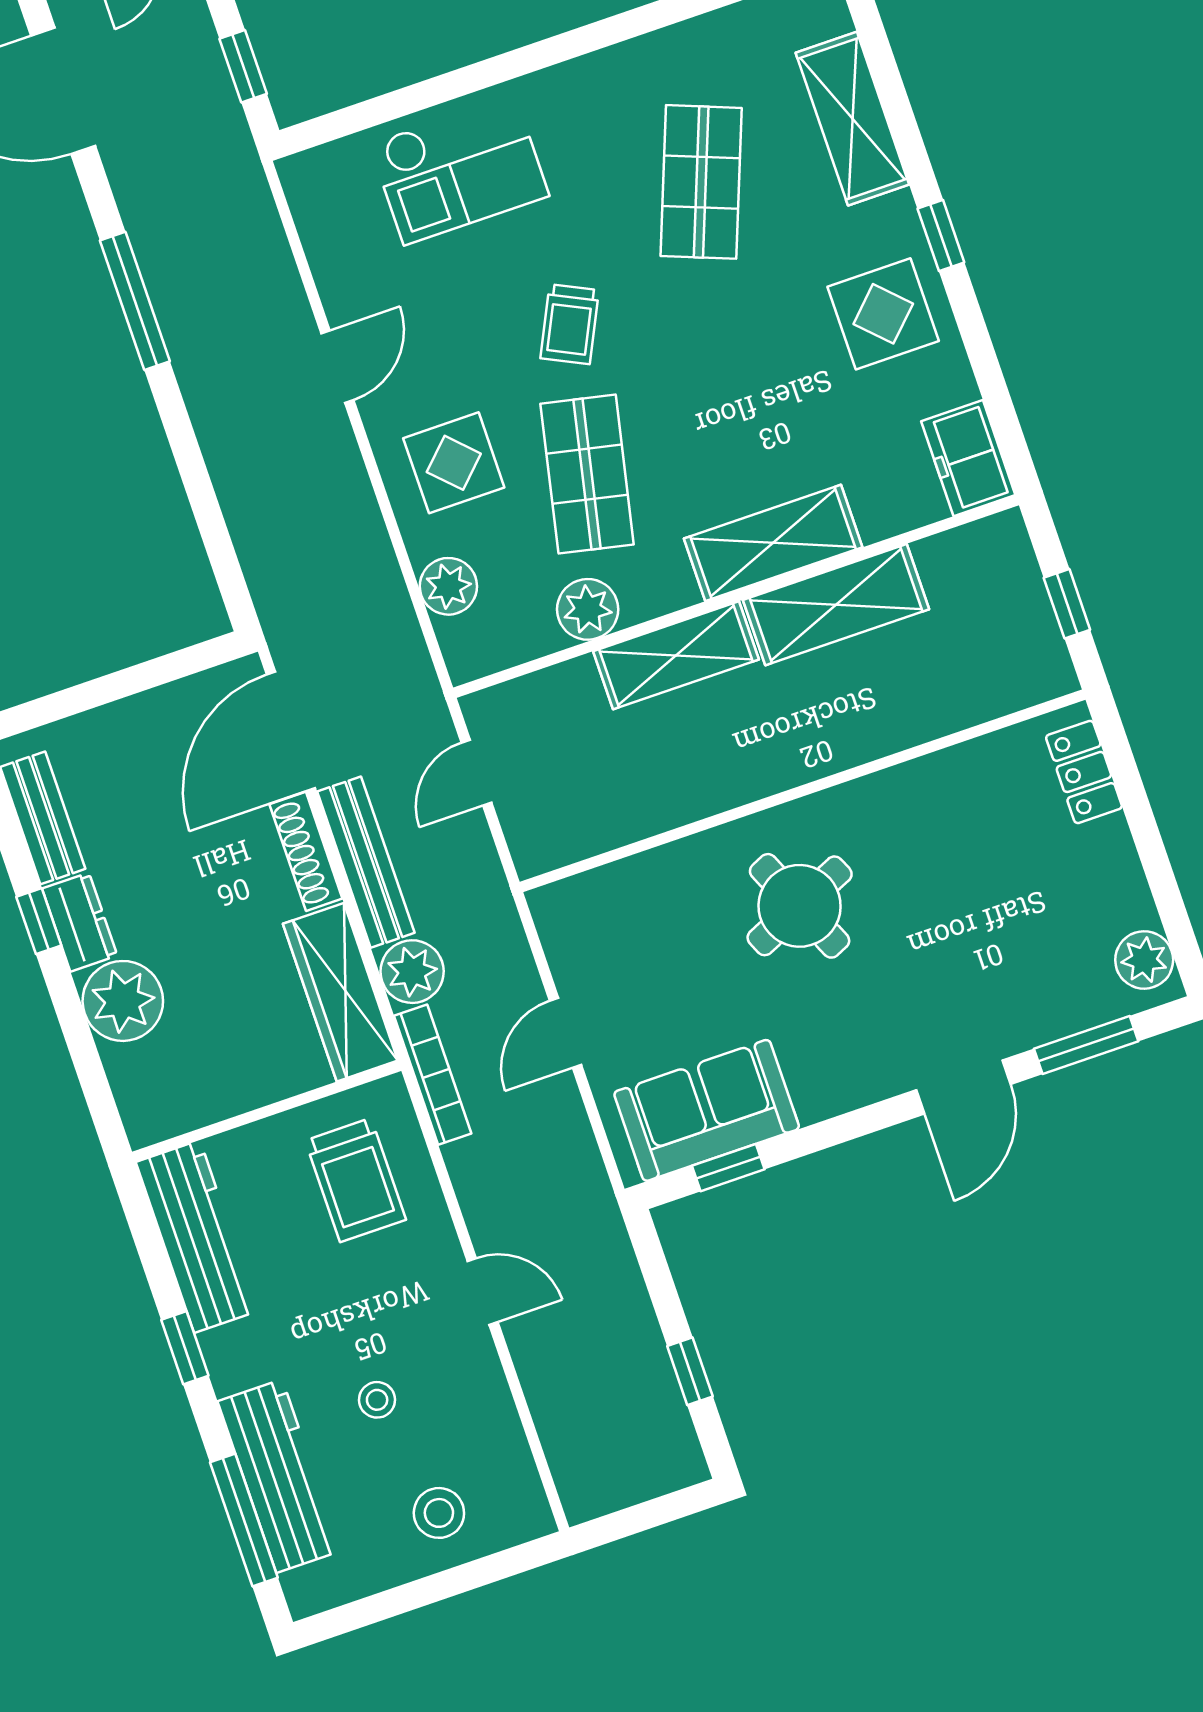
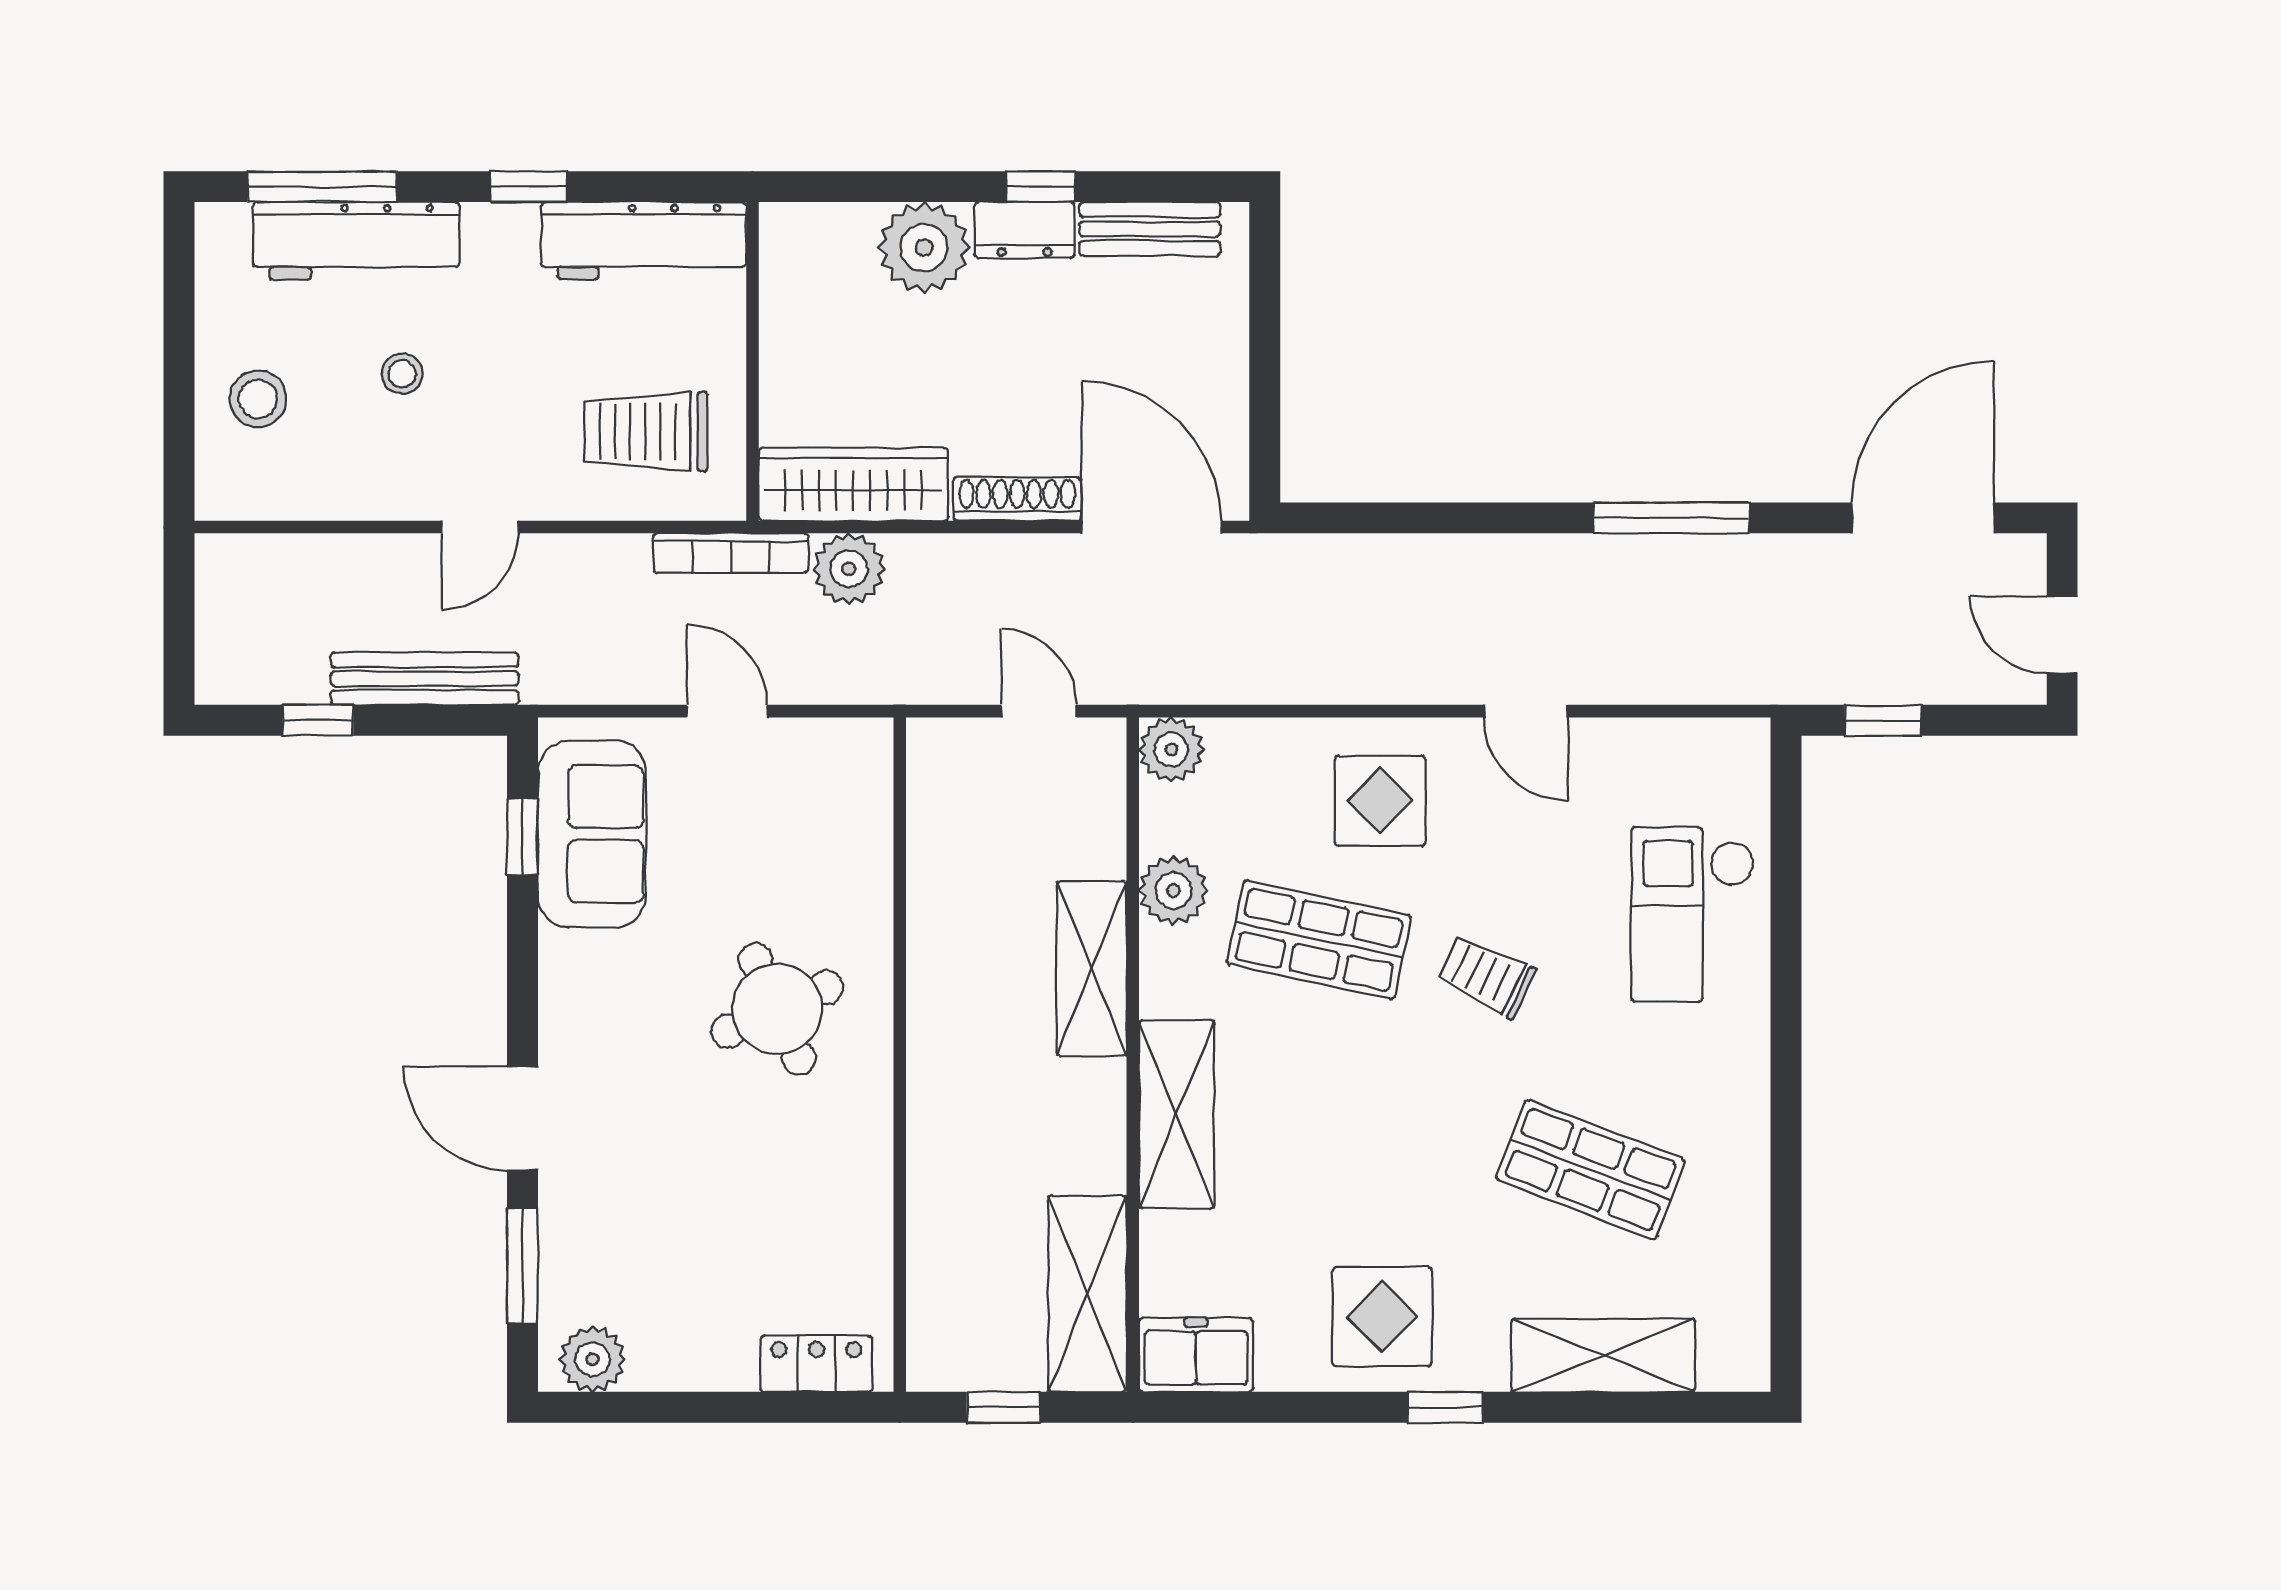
plant: (448, 586) -> (1171, 750), moved
shelving: (836, 605) -> (1087, 1294), moved
bench: (366, 862) -> (425, 679), moved

